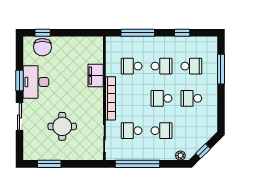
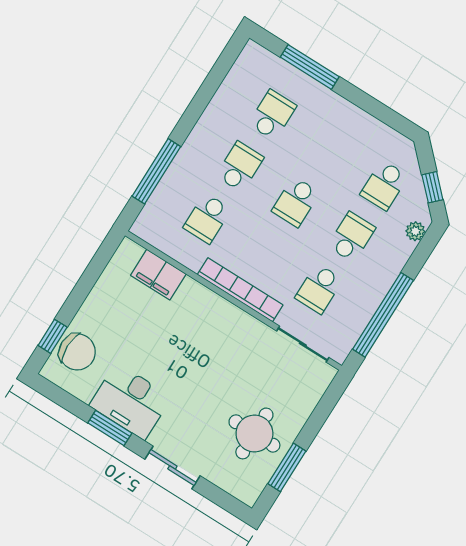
window: (182, 33) -> (205, 94), removed
filing cabinet: (96, 76) -> (158, 275), moved
school desk: (191, 98) -> (384, 185), moved
round table: (62, 126) -> (254, 433), moved

